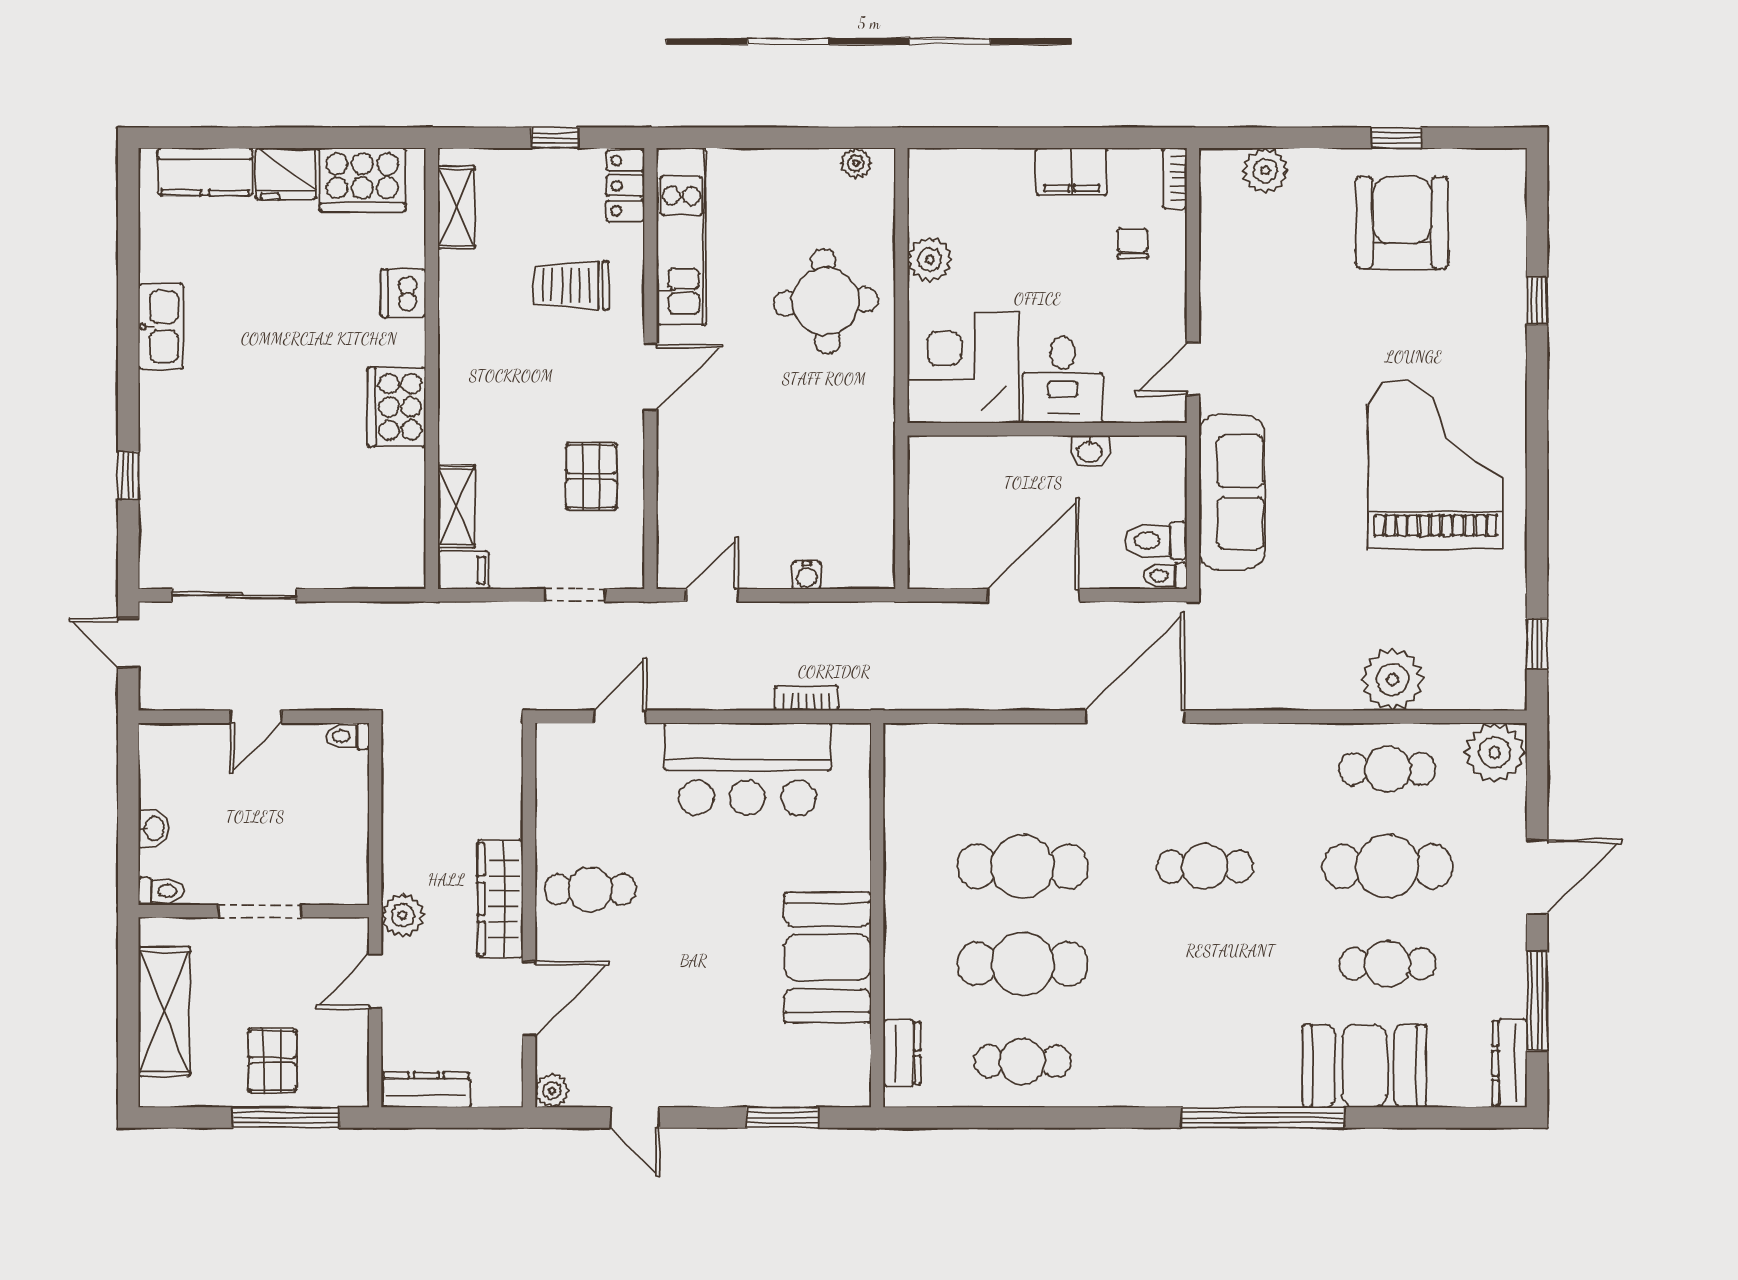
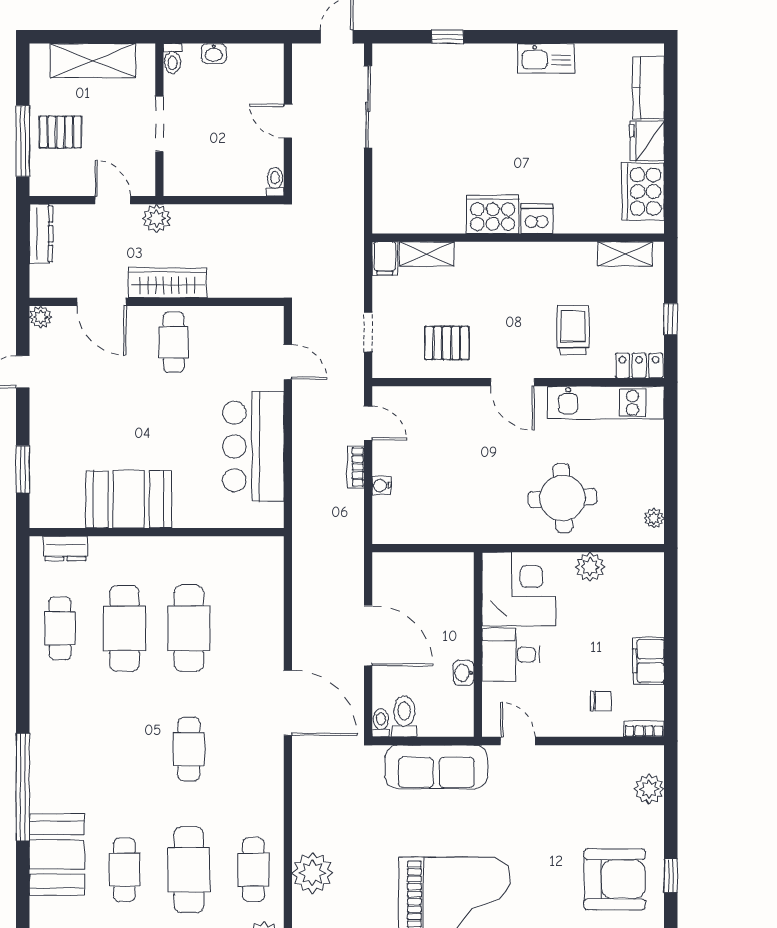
dishwasher: (403, 293) -> (537, 219), moved
bookcase: (806, 698) -> (356, 467), moved, turned 180

